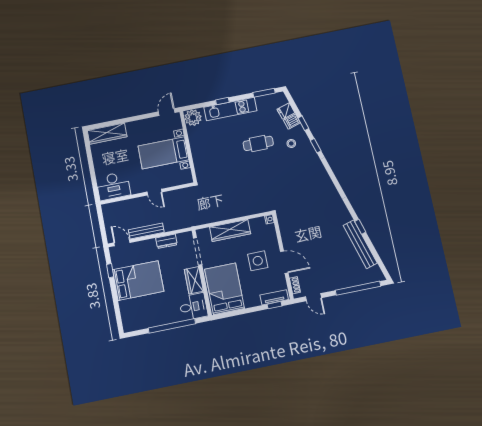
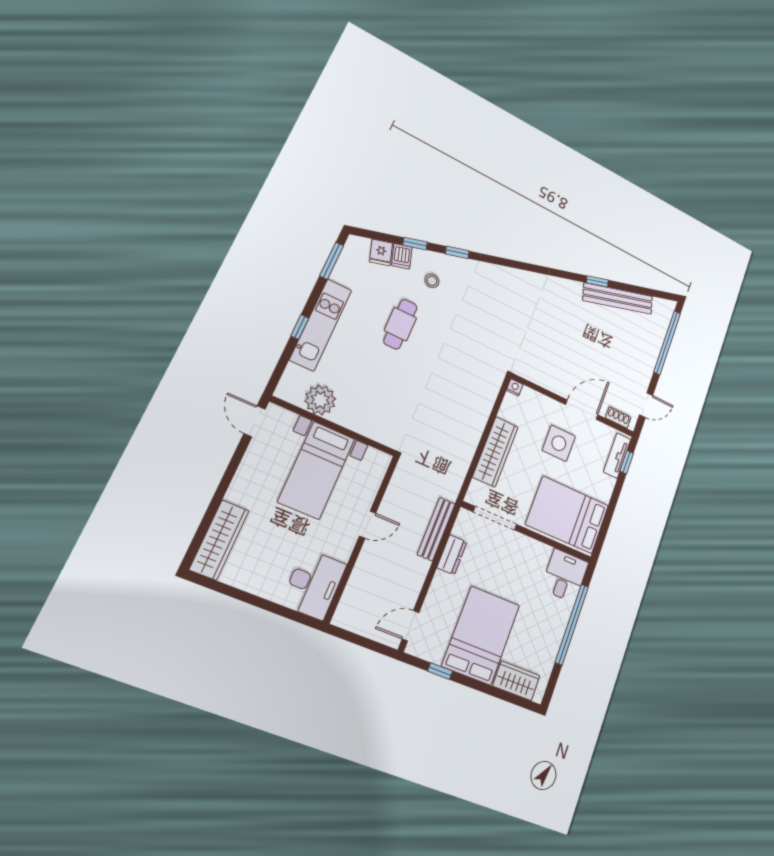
plant: (193, 118) -> (320, 400), moved
bench: (146, 231) -> (436, 529), moved
wardrobe: (194, 280) -> (516, 681), moved, turned 180

